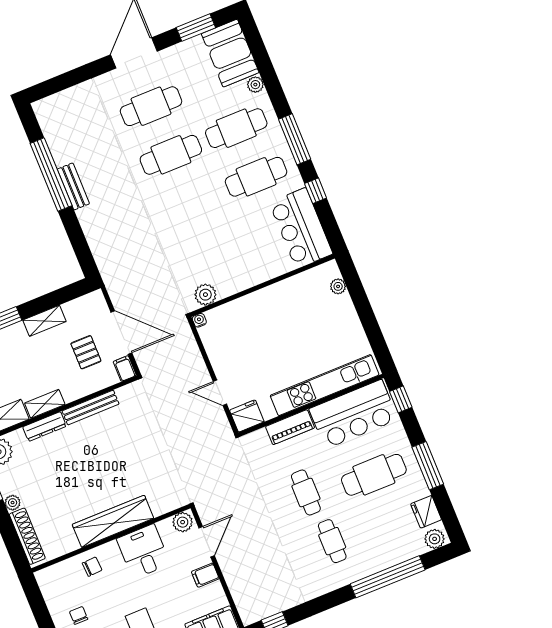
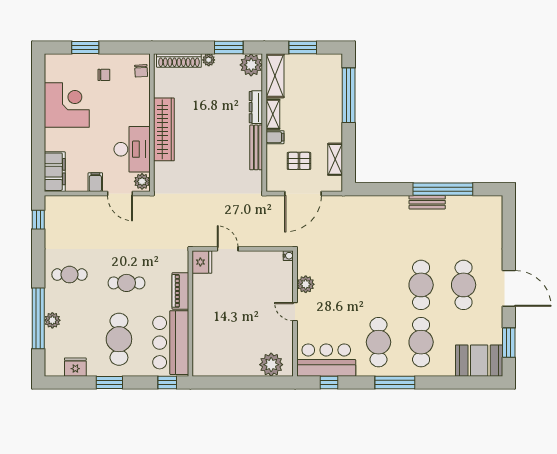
plant: (255, 85) -> (448, 370), removed
window: (316, 191) -> (329, 383), moved
door: (260, 286) -> (295, 312), added
plant: (338, 286) -> (271, 365), width x1.87, depth x1.87
plant: (205, 295) -> (306, 284), moved
shelving: (45, 321) -> (335, 159), moved
filing cabinet: (125, 368) -> (275, 137), moved
kitchen unit: (325, 385) -> (201, 330), removed
door: (220, 393) -> (228, 249), hinge flipped
window: (428, 466) -> (109, 383), width x0.69
plant: (435, 539) -> (52, 320), moved
cafe table: (332, 541) -> (69, 275), moved
desk: (143, 551) -> (132, 149), width x1.37
chair: (92, 567) -> (141, 71), moved

